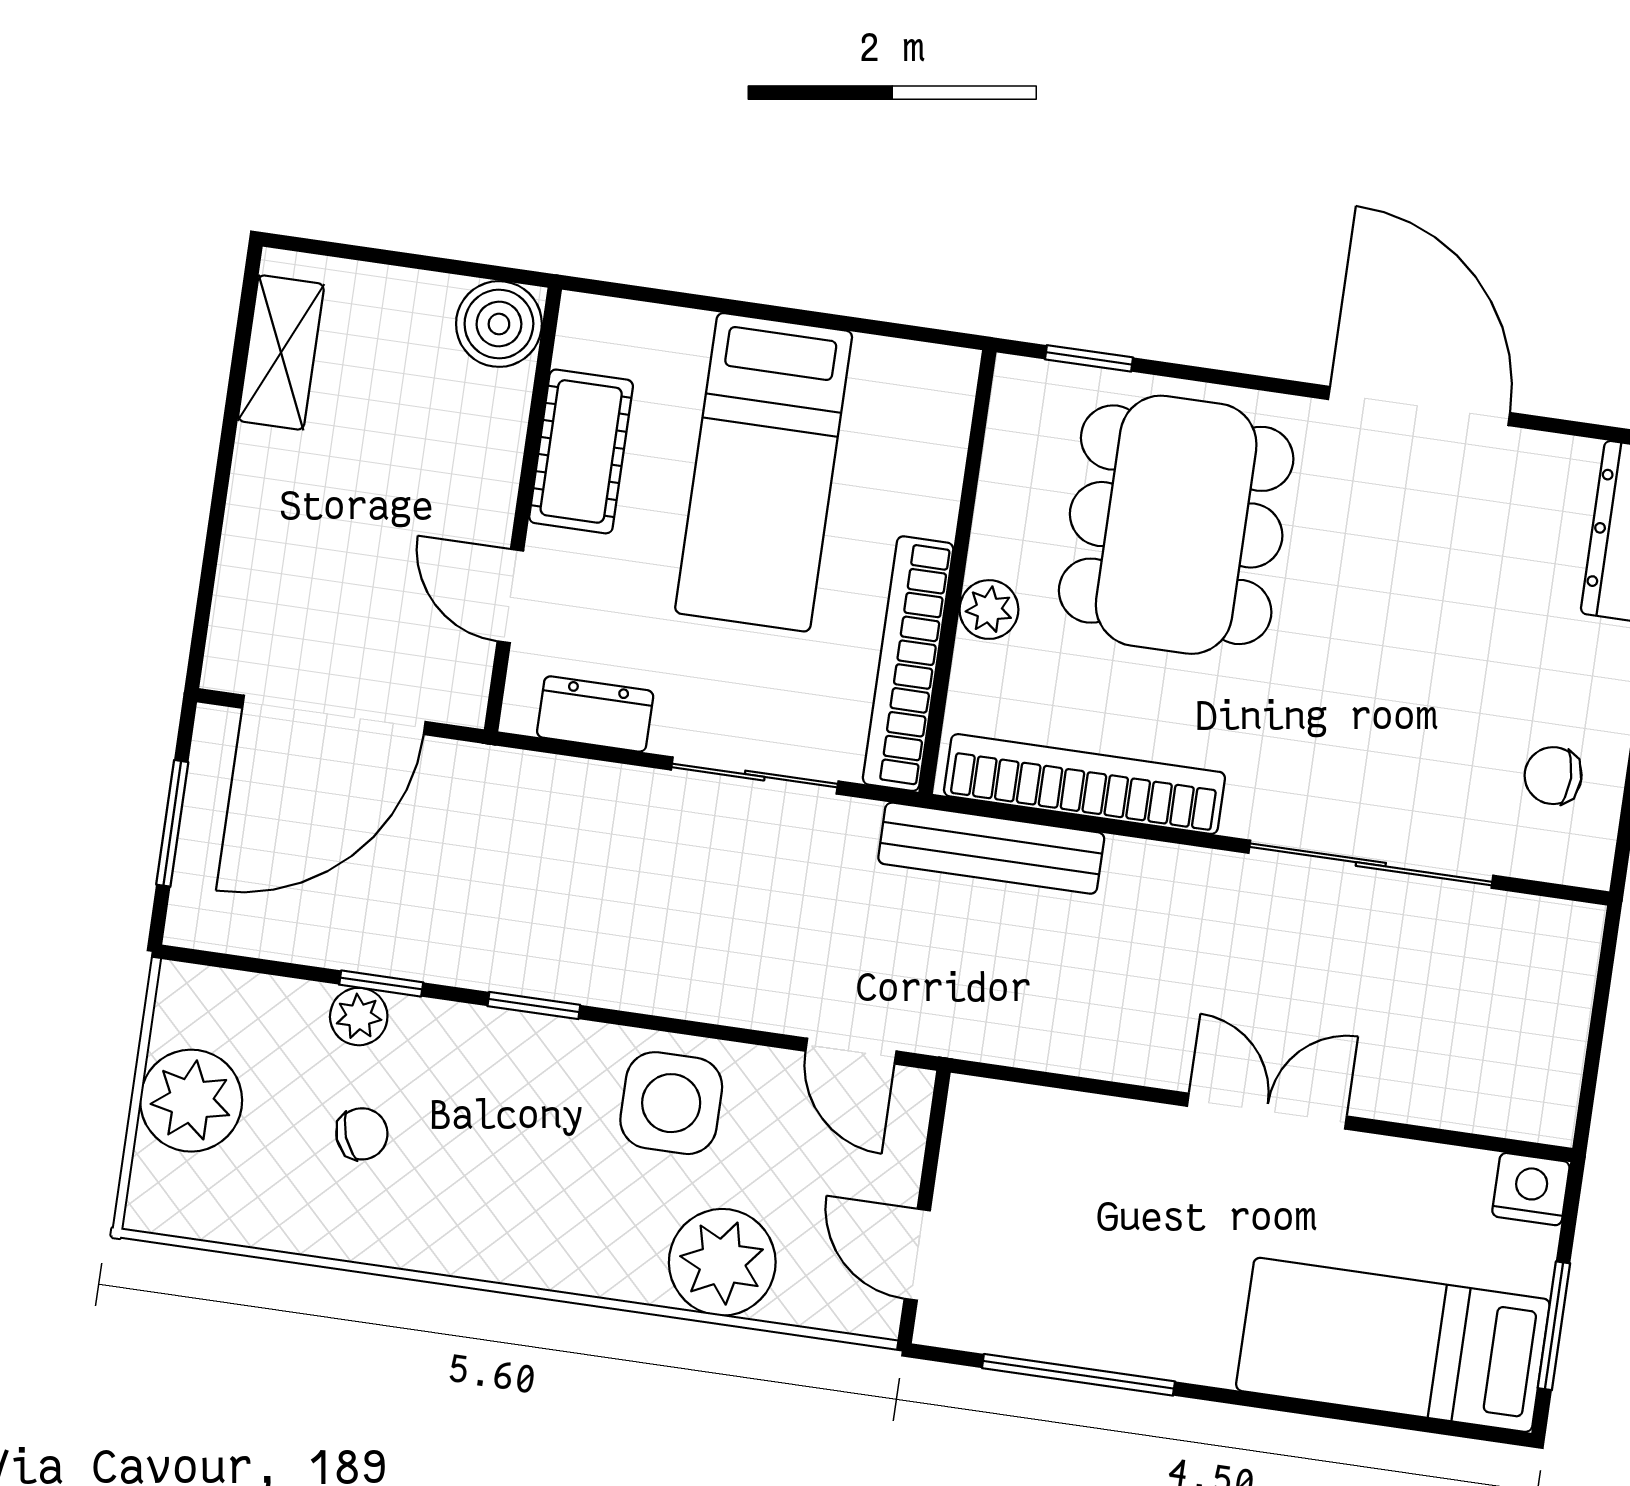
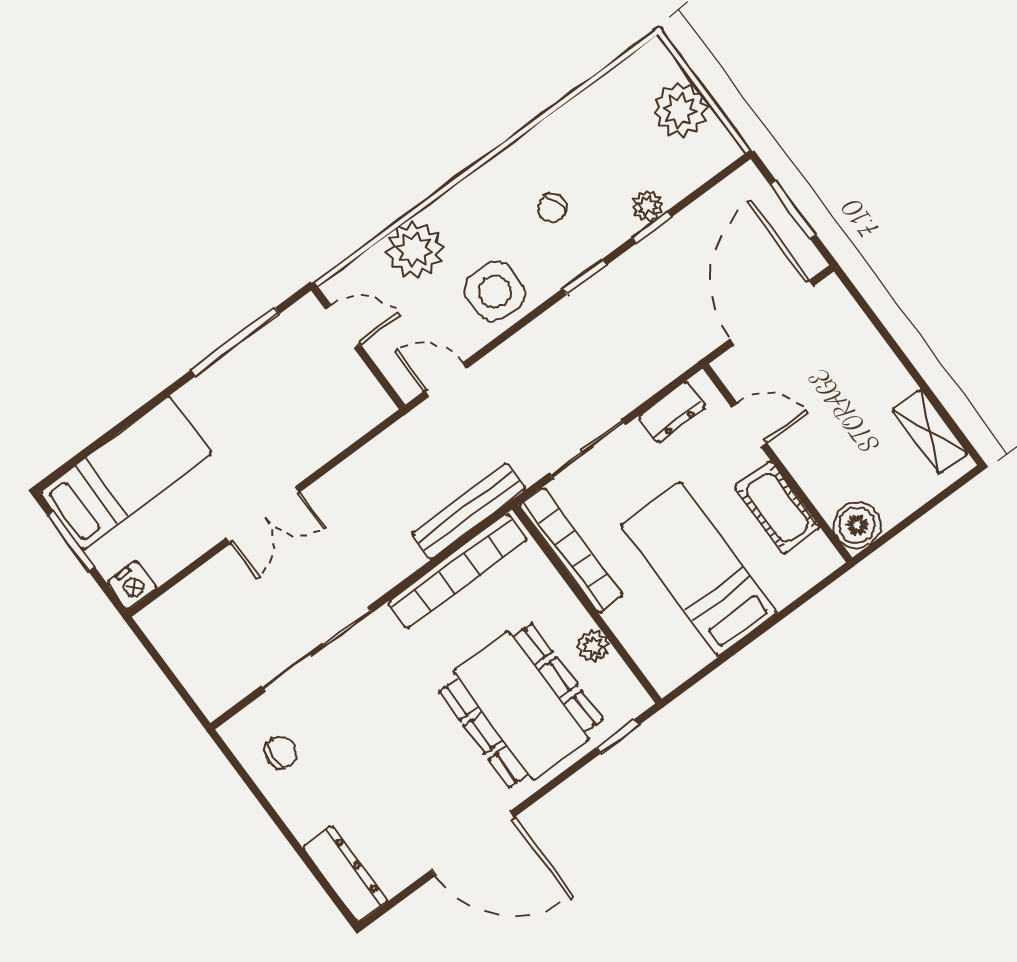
plant: (989, 610) -> (593, 646), moved
chair: (362, 1134) -> (552, 208), moved

